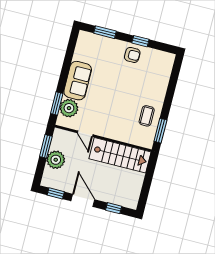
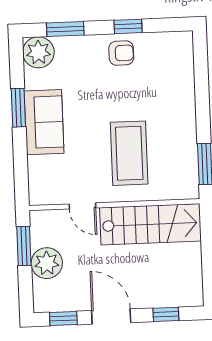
window: (57, 104) -> (18, 108), moved
plant: (69, 108) -> (38, 52), moved
coffee table: (147, 116) -> (129, 153), moved, width x1.86, depth x1.72

